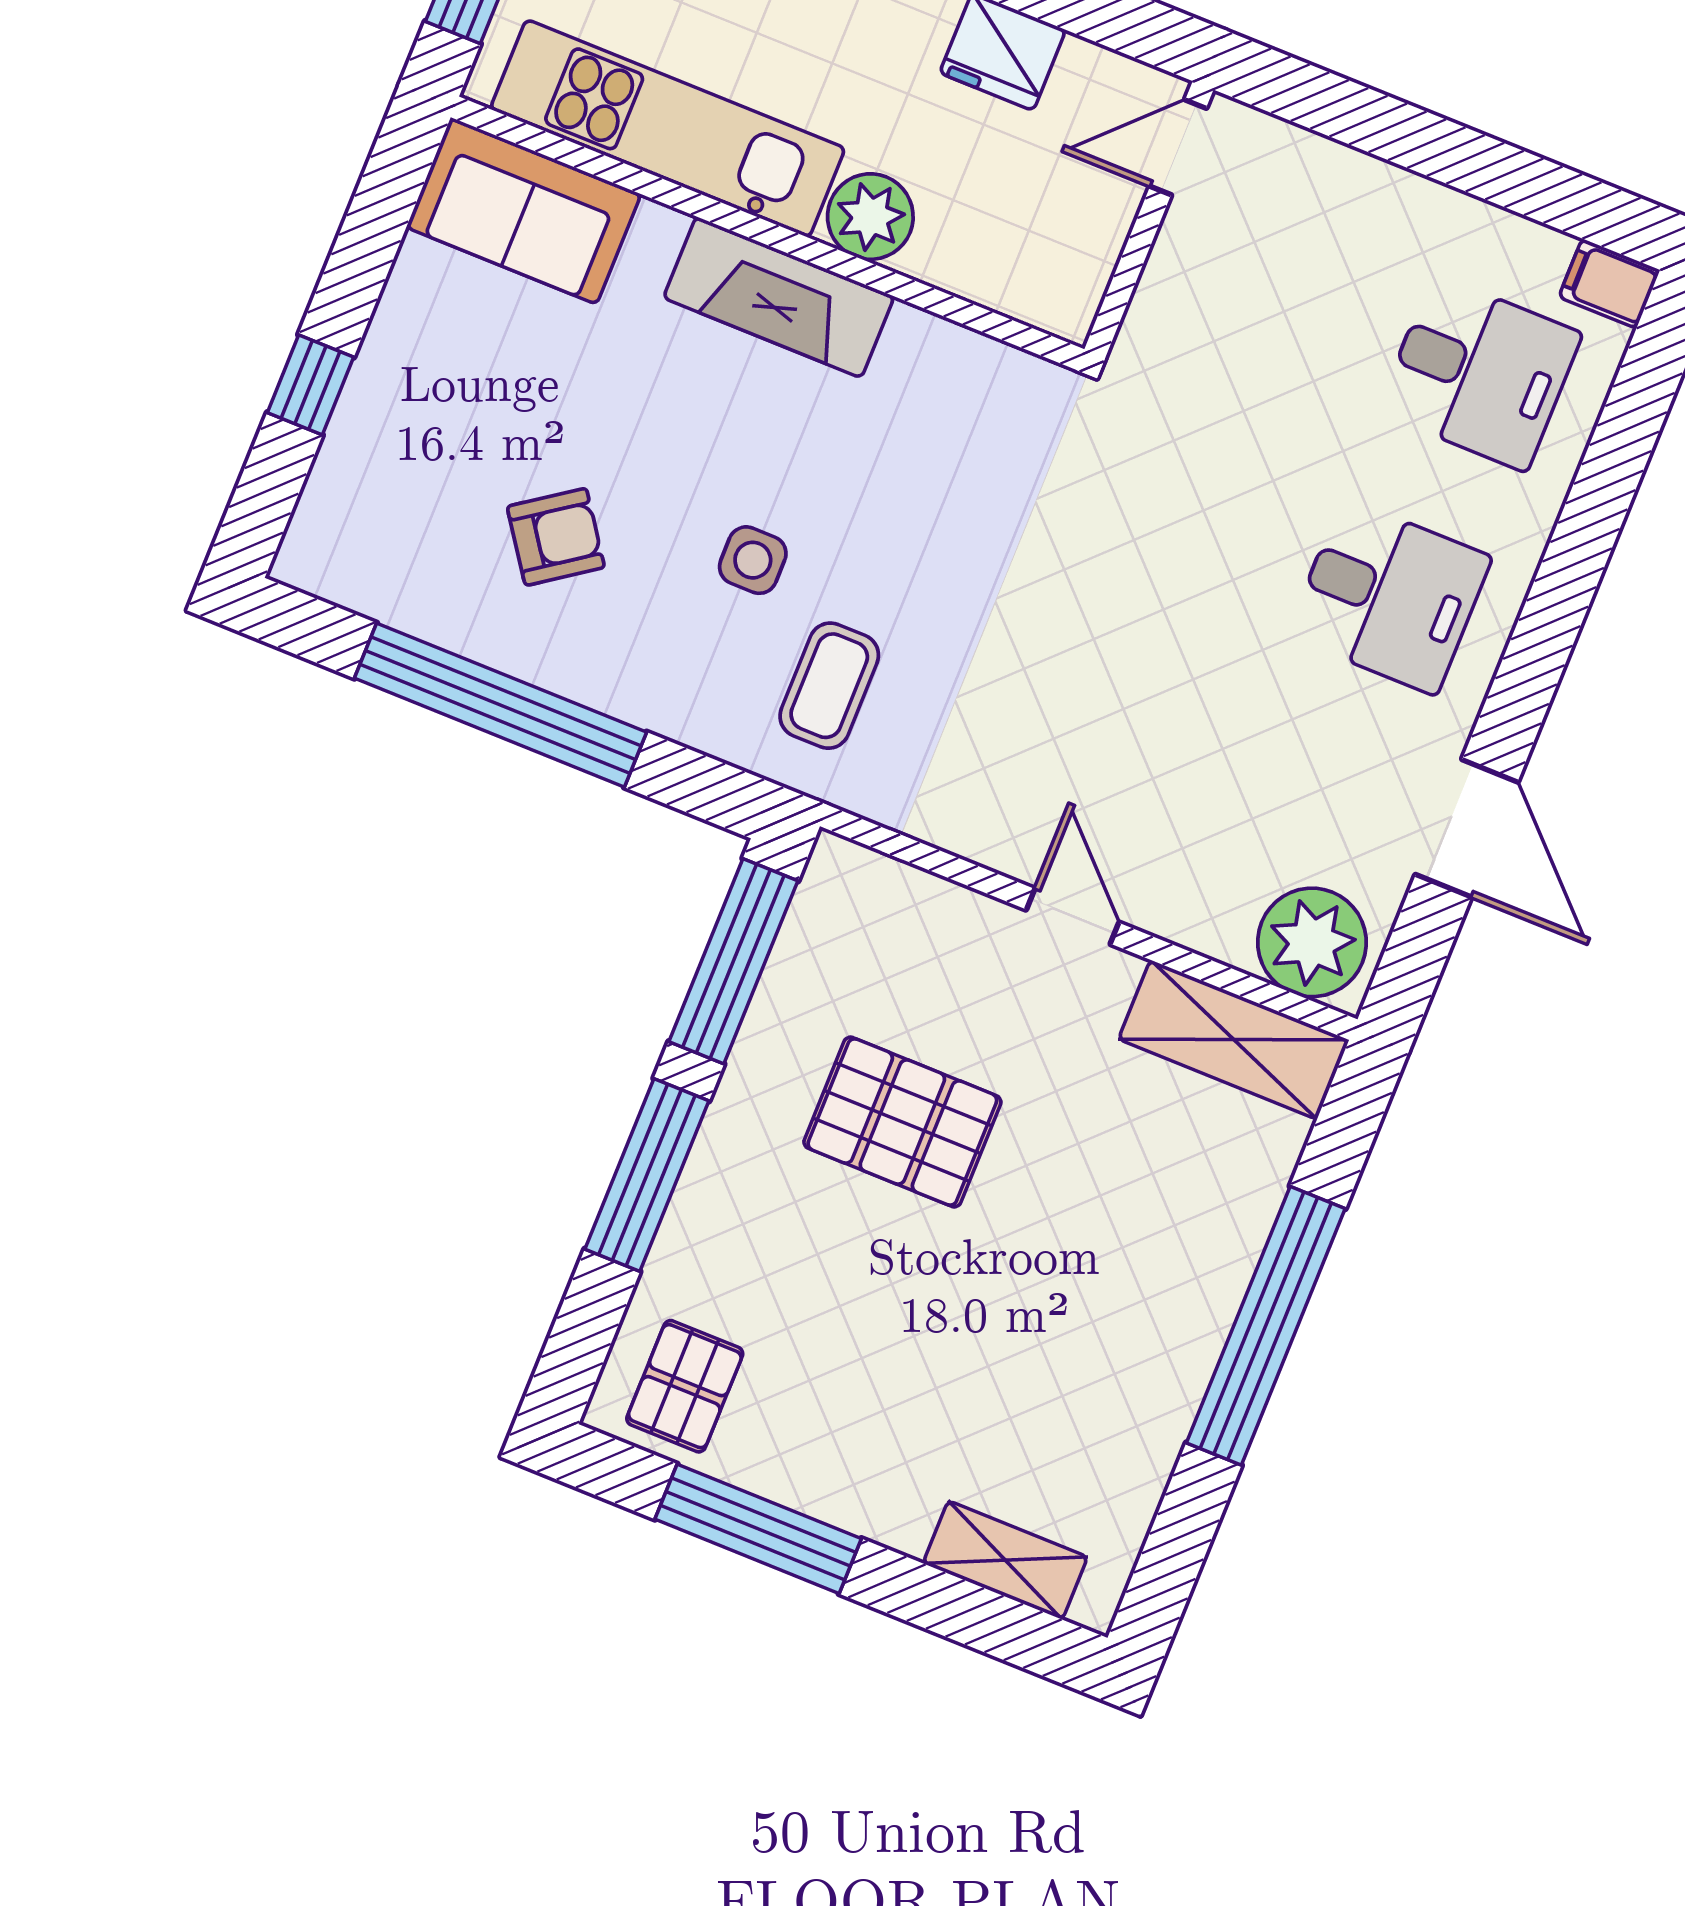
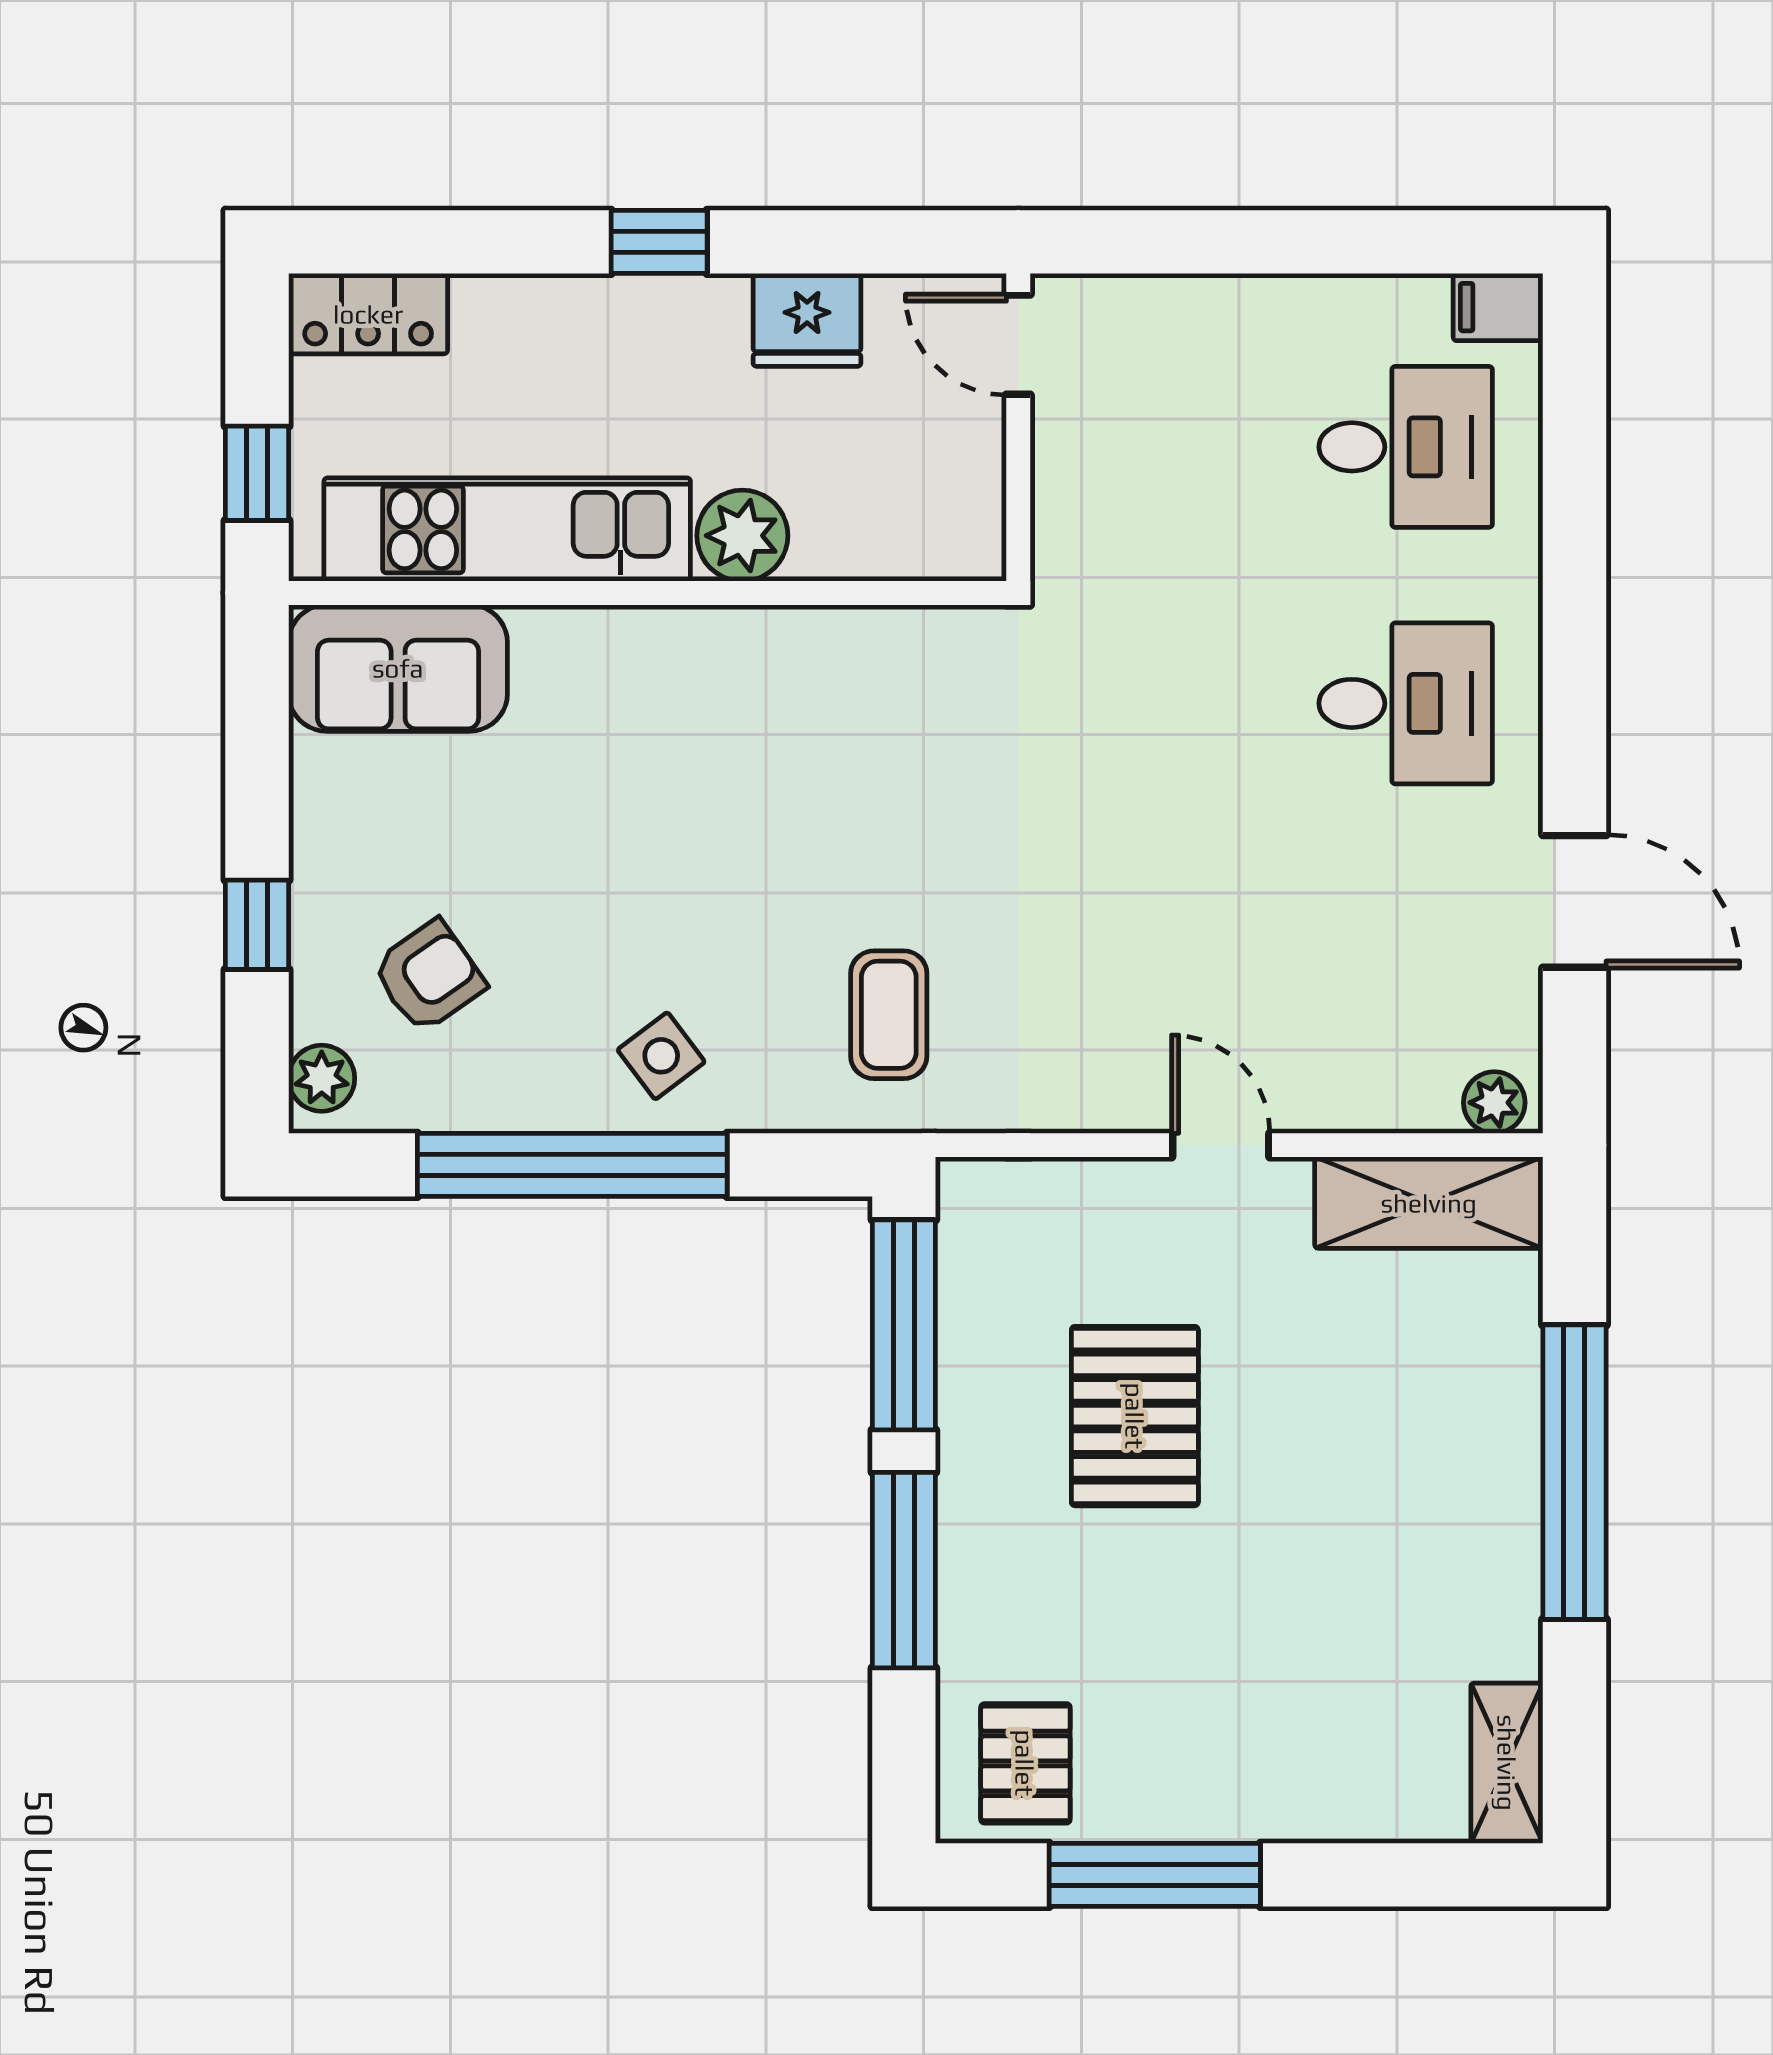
door: (1178, 147) -> (1018, 345), hinge flipped
fireplace: (779, 297) -> (684, 652), removed
armchair: (556, 537) -> (429, 976), moved
plant: (313, 541) -> (322, 1078), added
side table: (753, 560) -> (661, 1056), moved, turned -37
plant: (1312, 942) -> (1494, 1103), width x0.53, depth x0.53
pallet: (902, 1122) -> (1135, 1416), turned 90
shelving: (1005, 1560) -> (1507, 1763), moved, turned 90

